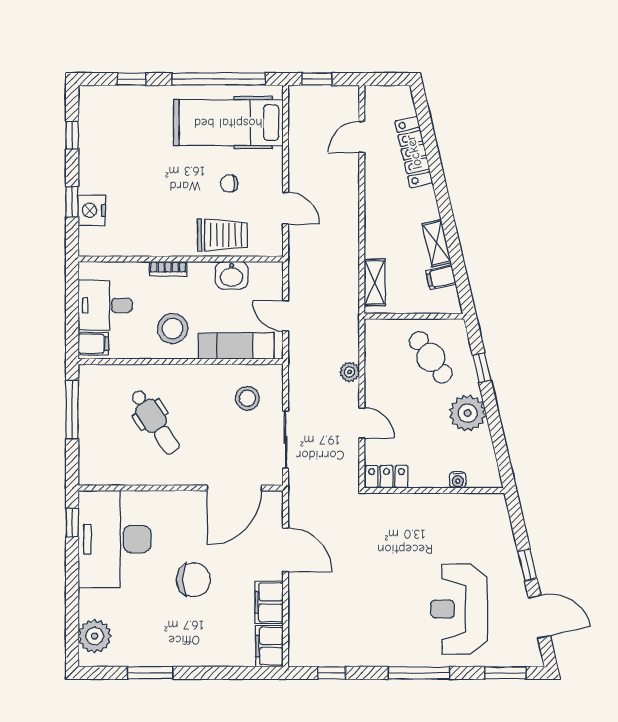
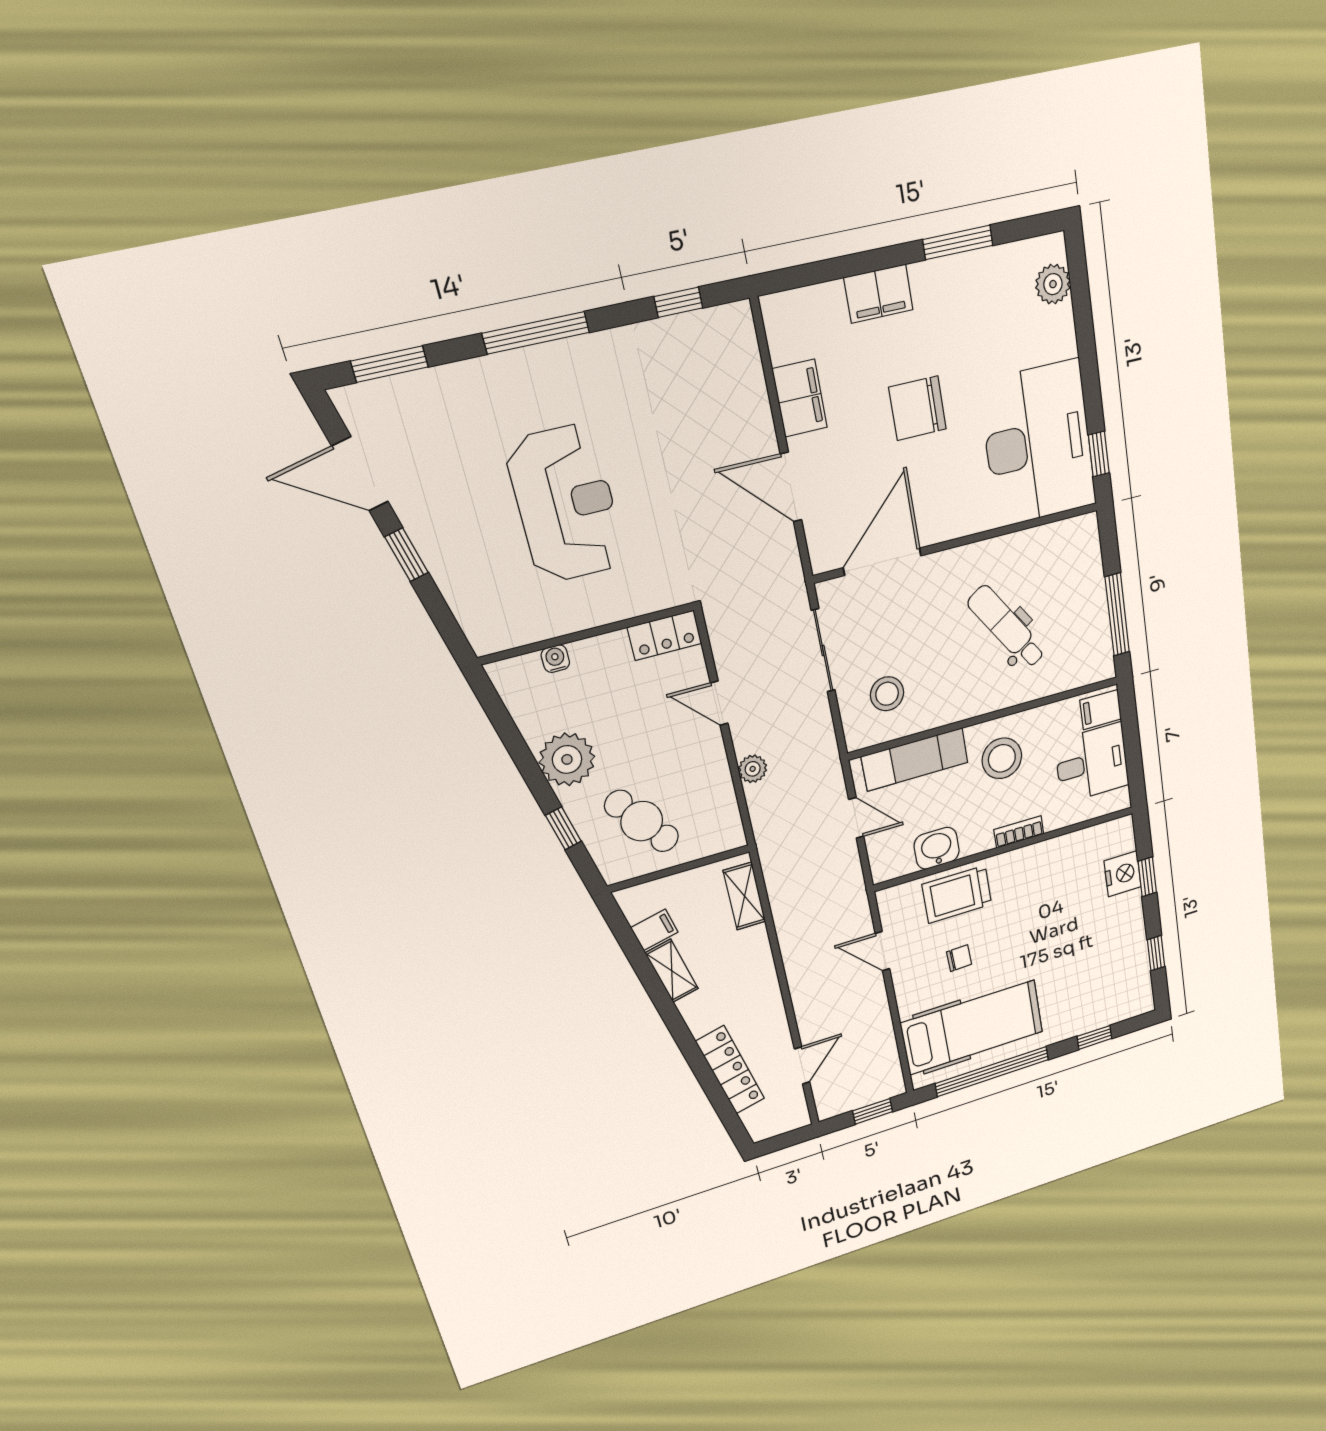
reception desk: (459, 609) -> (566, 504), moved
plant: (95, 636) -> (1053, 284), width x0.73, depth x0.73
filing cabinet: (269, 646) -> (878, 294), moved, turned 90

